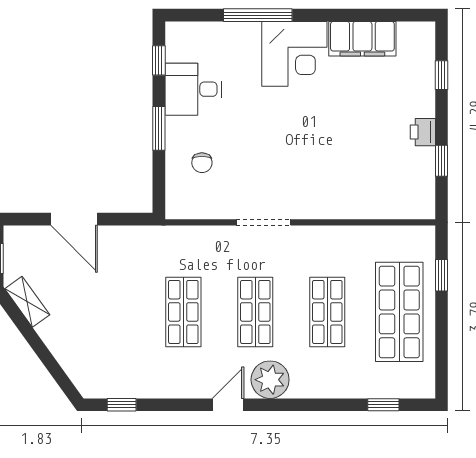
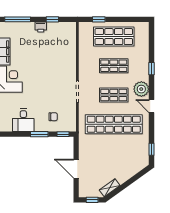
window: (159, 60) -> (63, 134), moved
window: (442, 75) -> (18, 19), width x2.17
door: (74, 219) -> (76, 169), swing flipped
shop shelf: (183, 312) -> (114, 124), width x2.00, depth x1.36
window: (383, 405) -> (151, 69), moved

